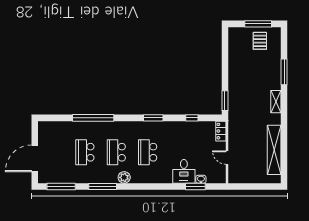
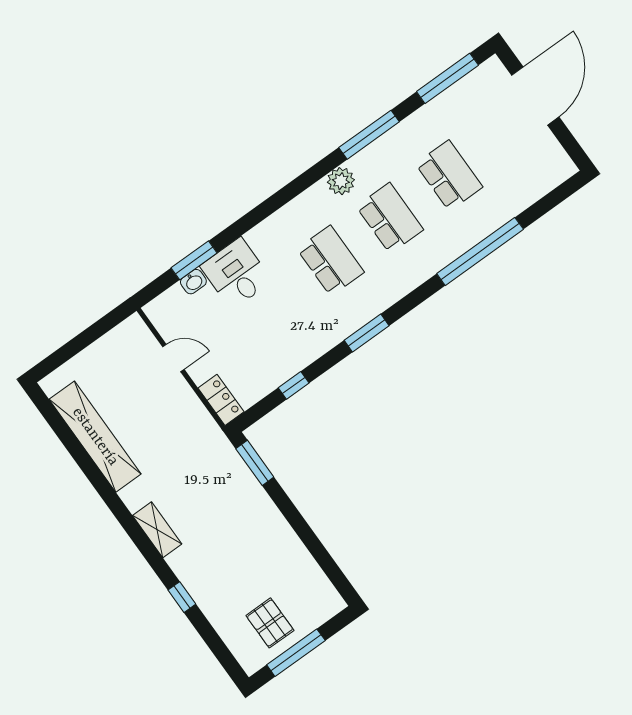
window: (284, 72) -> (182, 597), width x0.46

